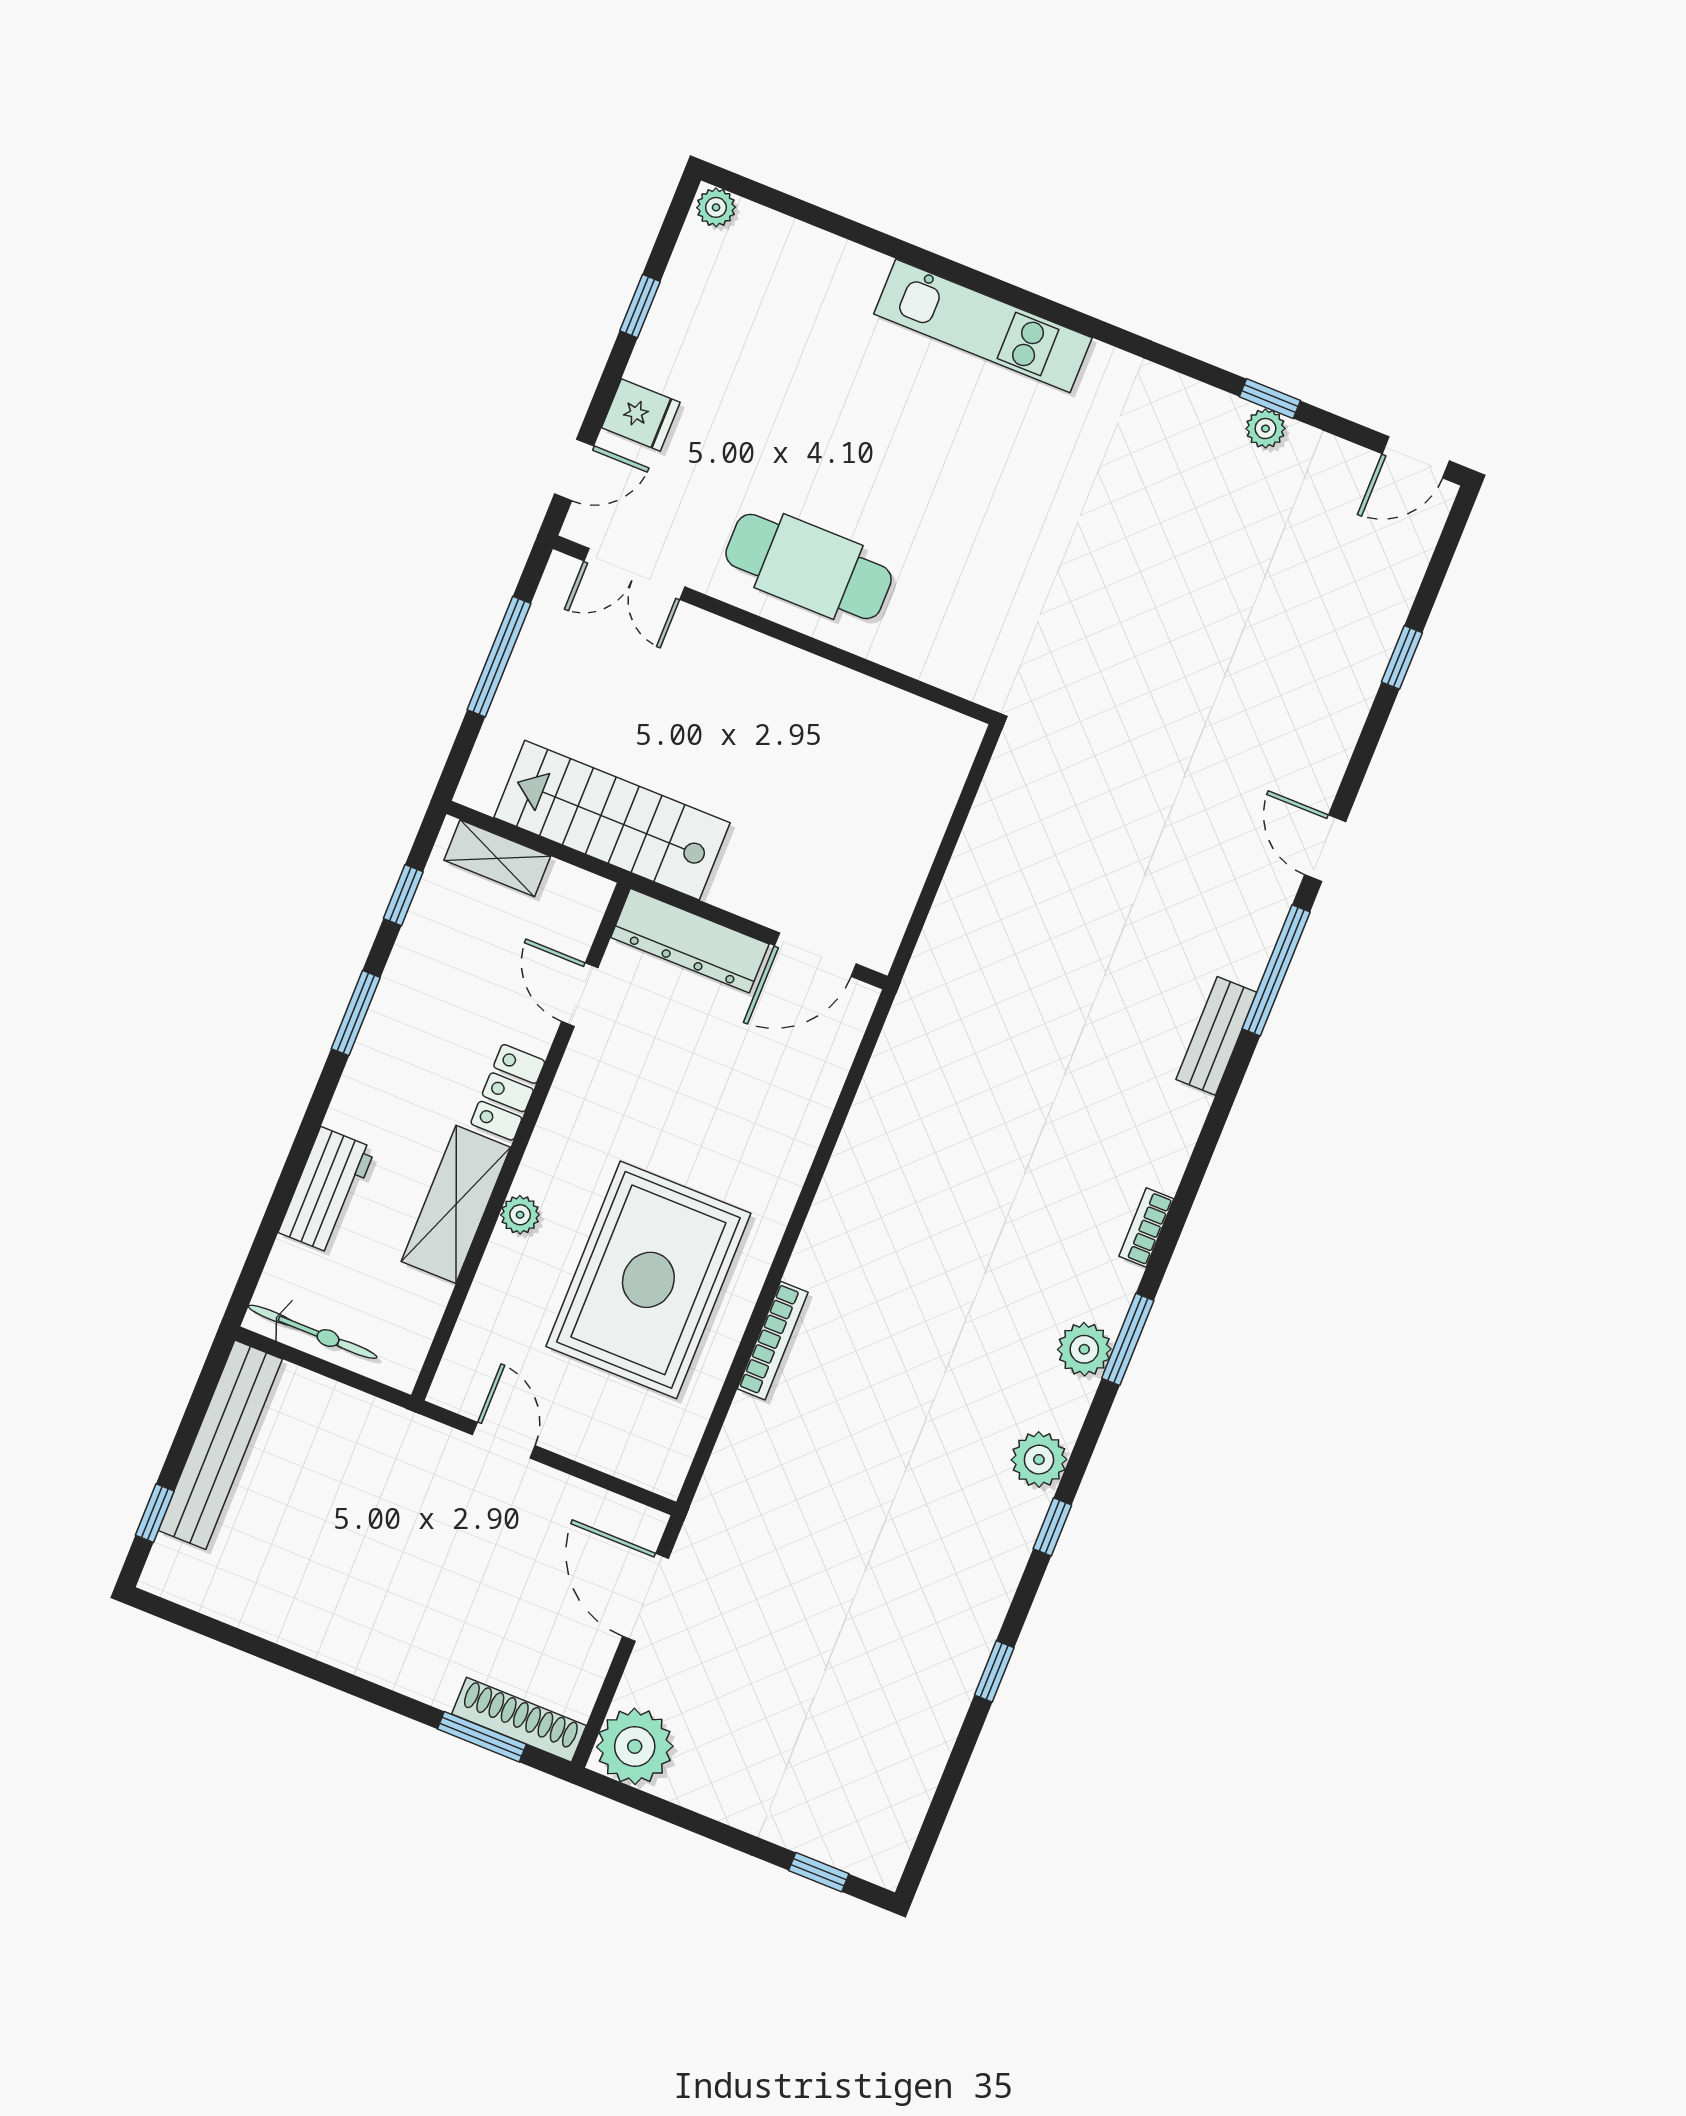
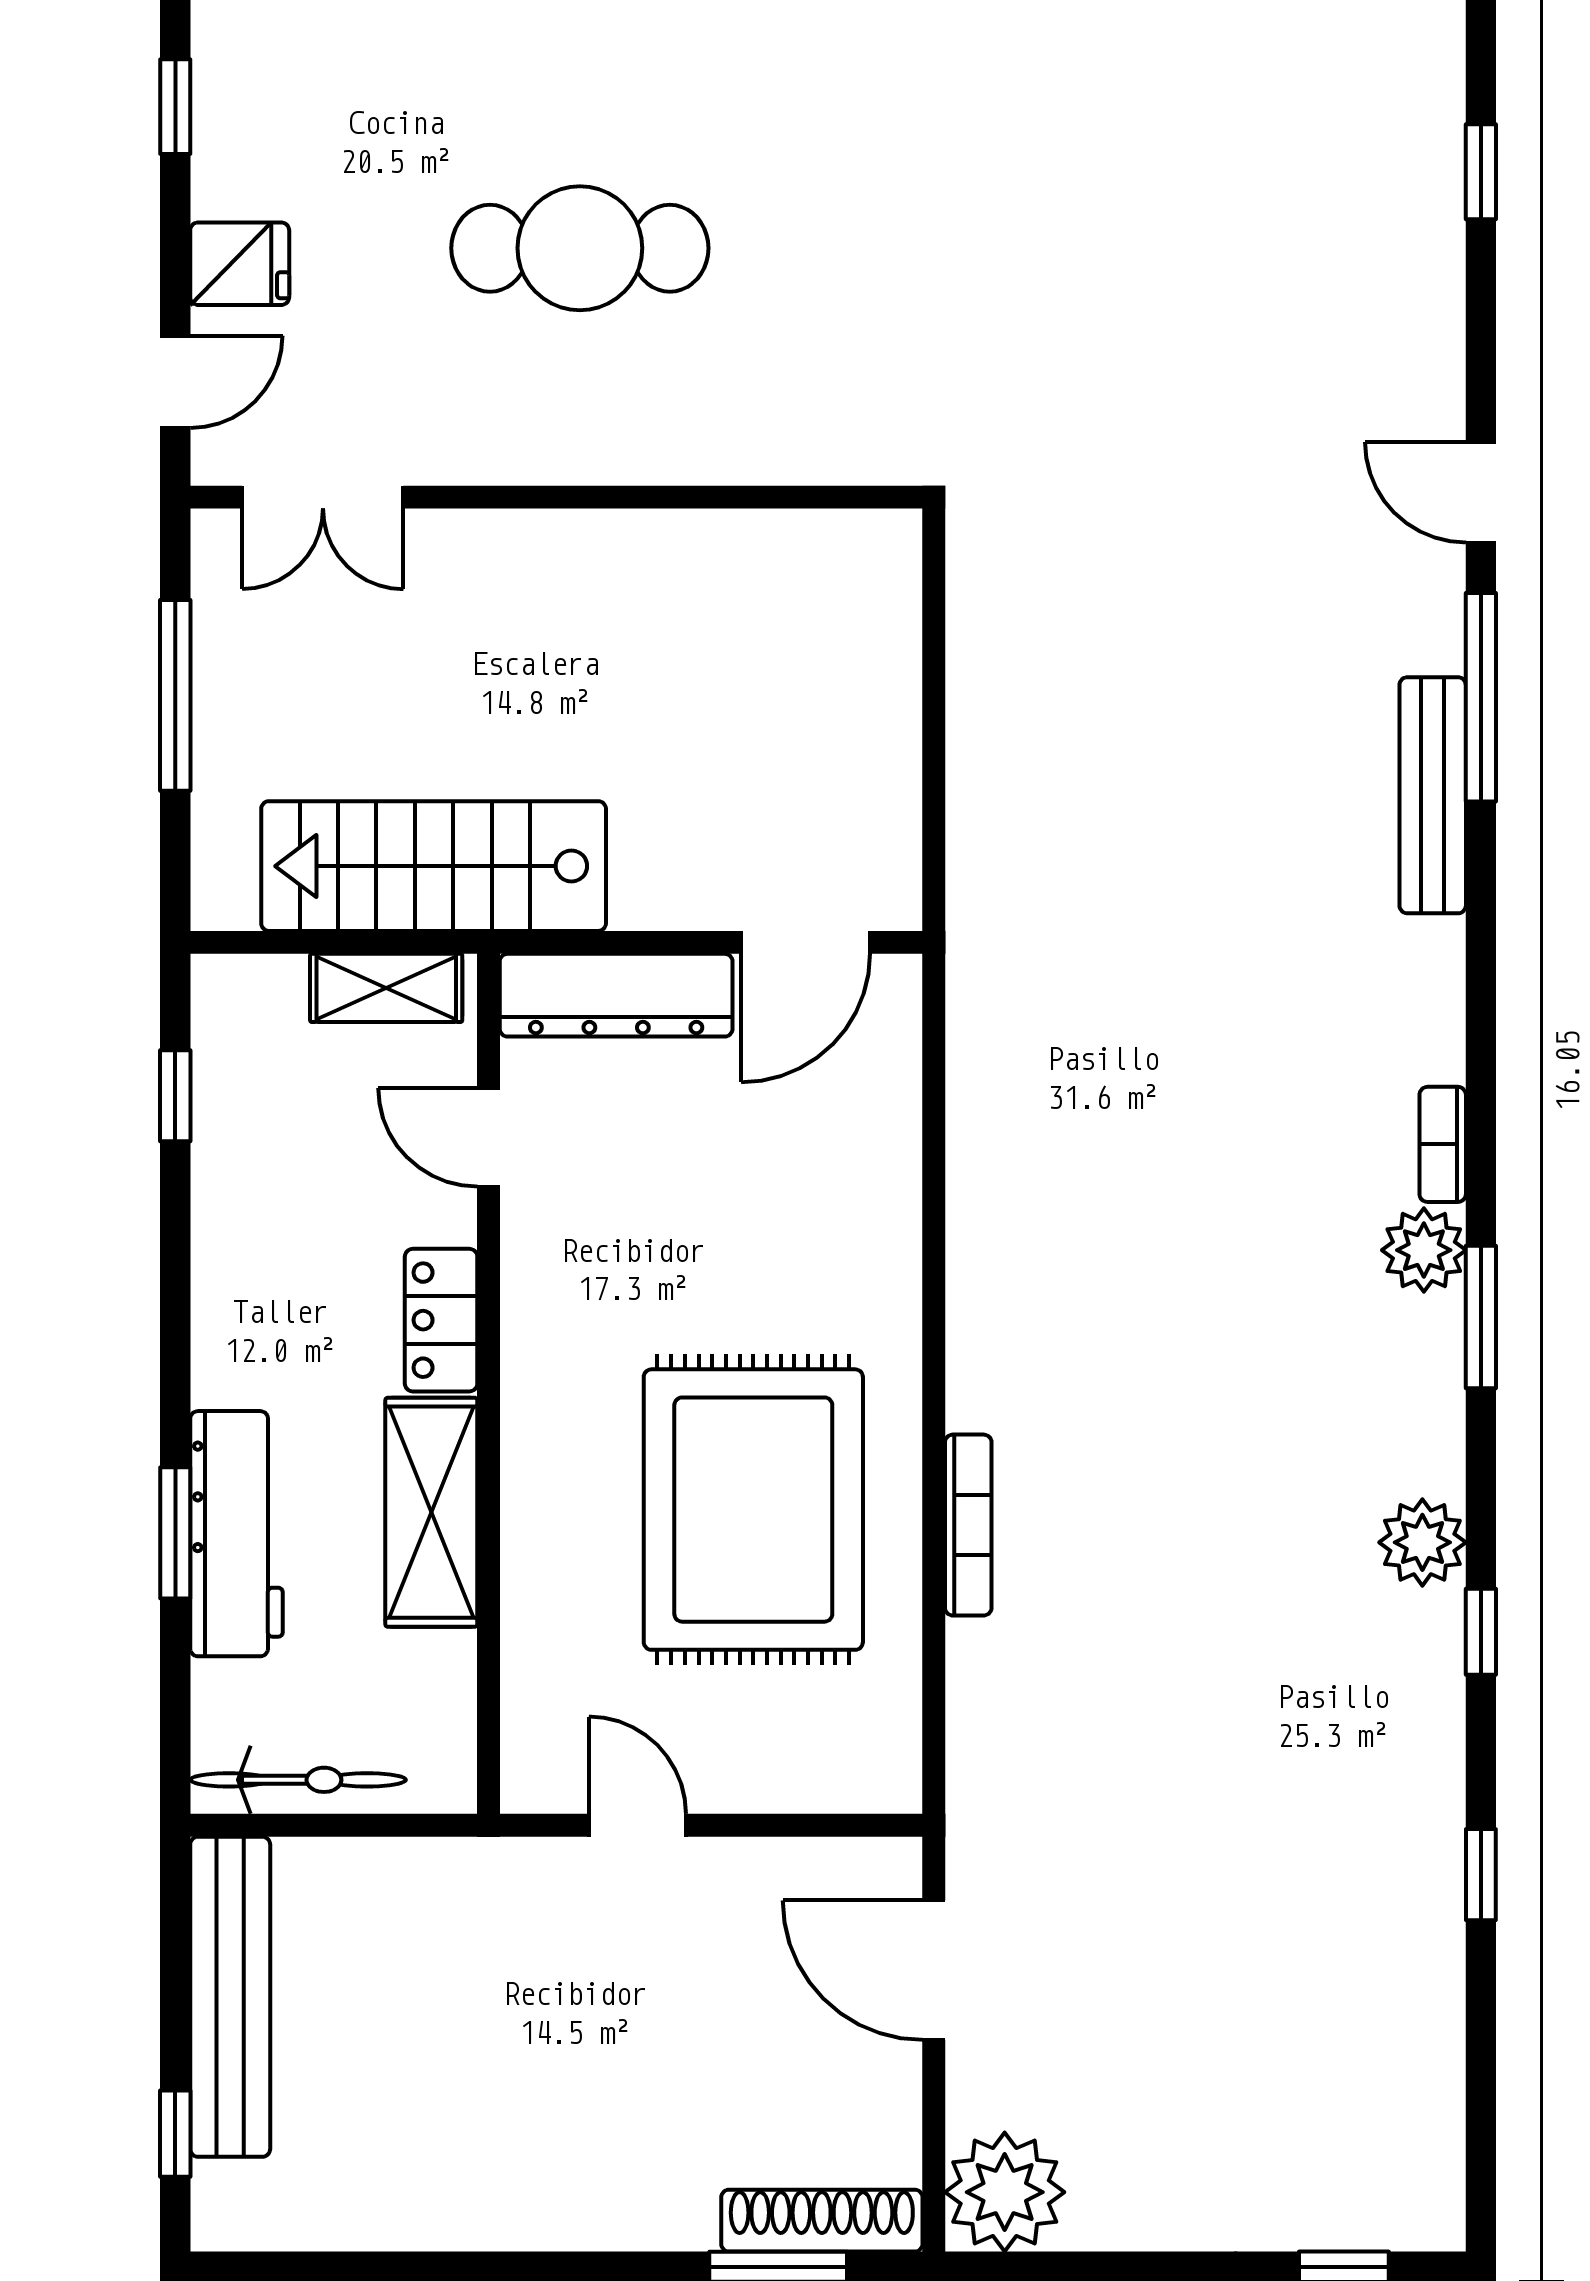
cafe table: (809, 566) -> (580, 248), moved
shelving: (497, 858) -> (386, 988), moved
window: (356, 1013) -> (175, 1533), moved
bench: (1216, 1036) -> (1433, 795), width x1.36
workbench: (327, 1190) -> (237, 1534), width x1.38
plant: (520, 1215) -> (530, 1490), removed
plant: (1084, 1349) -> (1424, 1250), moved

